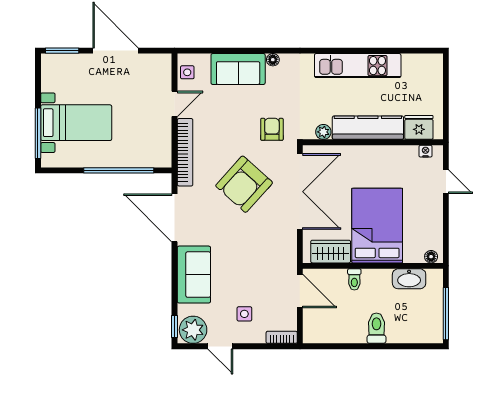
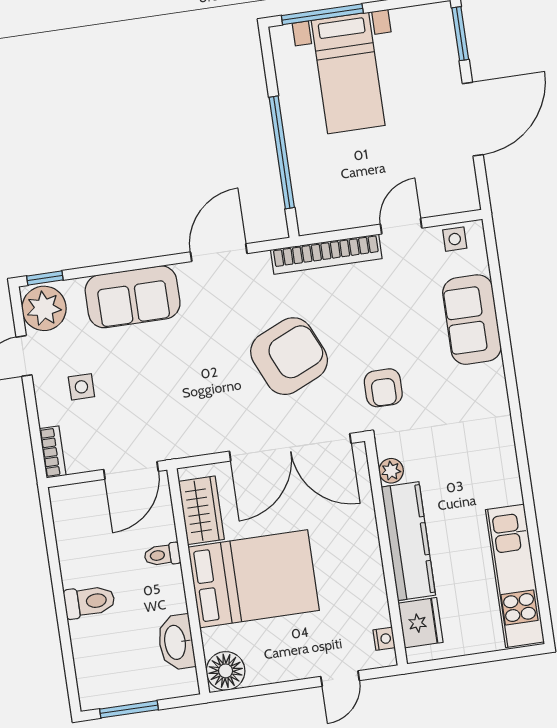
floor lamp: (273, 60) -> (495, 373), removed
kitchen unit: (358, 66) -> (515, 576), moved
door: (175, 104) -> (401, 226), swing flipped
armchair: (272, 129) -> (383, 388), turned 90
armchair: (244, 184) -> (289, 356), turned 114
door: (175, 218) -> (219, 253), width x0.73
floor lamp: (431, 257) -> (226, 671), width x1.89, depth x1.89
window: (446, 314) -> (129, 709), width x0.69

